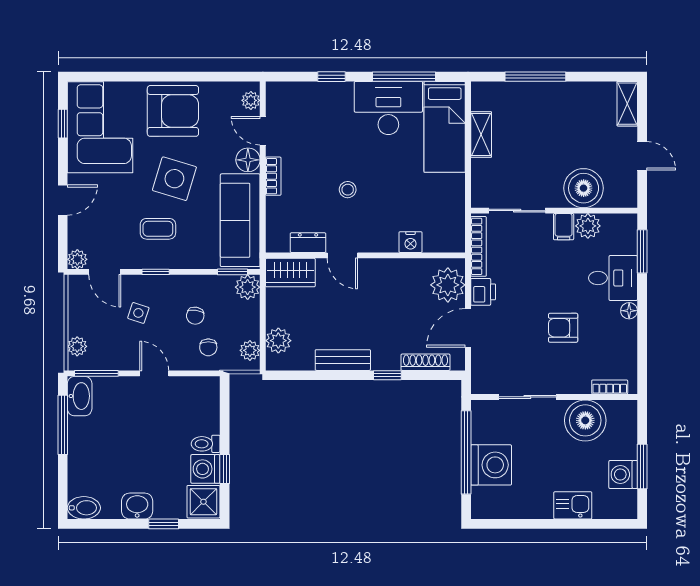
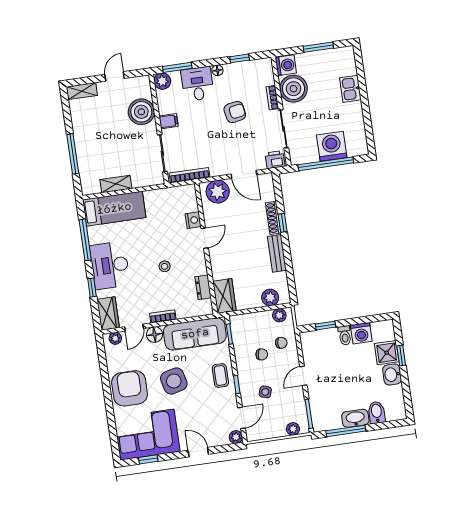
wardrobe: (289, 95) -> (108, 313), added
desk: (388, 108) -> (110, 265), moved
side table: (174, 179) -> (174, 381), turned -31
plant: (588, 226) -> (162, 81), moved
coffee table: (158, 229) -> (220, 375), moved
door: (342, 255) -> (205, 238), moved
plant: (248, 287) -> (238, 323), removed
printer: (483, 292) -> (275, 160), moved
armchair: (563, 328) -> (235, 112), turned -100
window: (642, 346) -> (240, 58), added
shoe rack: (425, 362) -> (273, 218), moved
bookcase: (610, 387) -> (272, 98), moved
washbasin: (80, 396) -> (355, 418), moved
window: (225, 469) -> (325, 326), moved
washing machine: (623, 474) -> (286, 65), moved, turned -90
shower: (203, 502) -> (387, 353), moved
bidet: (84, 508) -> (377, 412), moved

